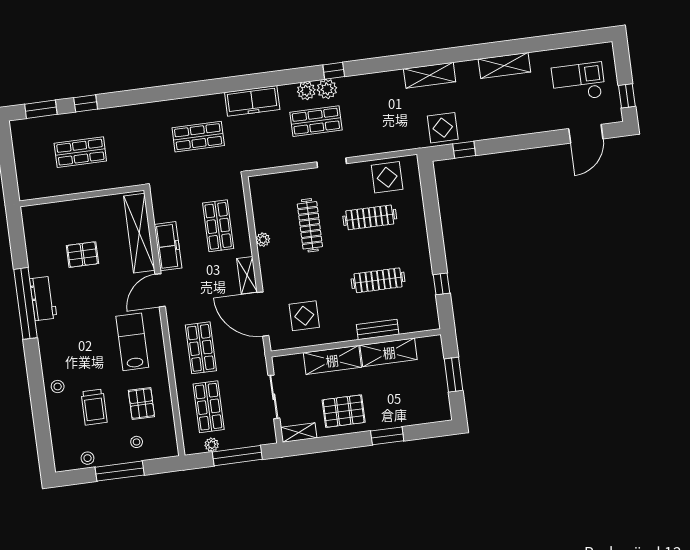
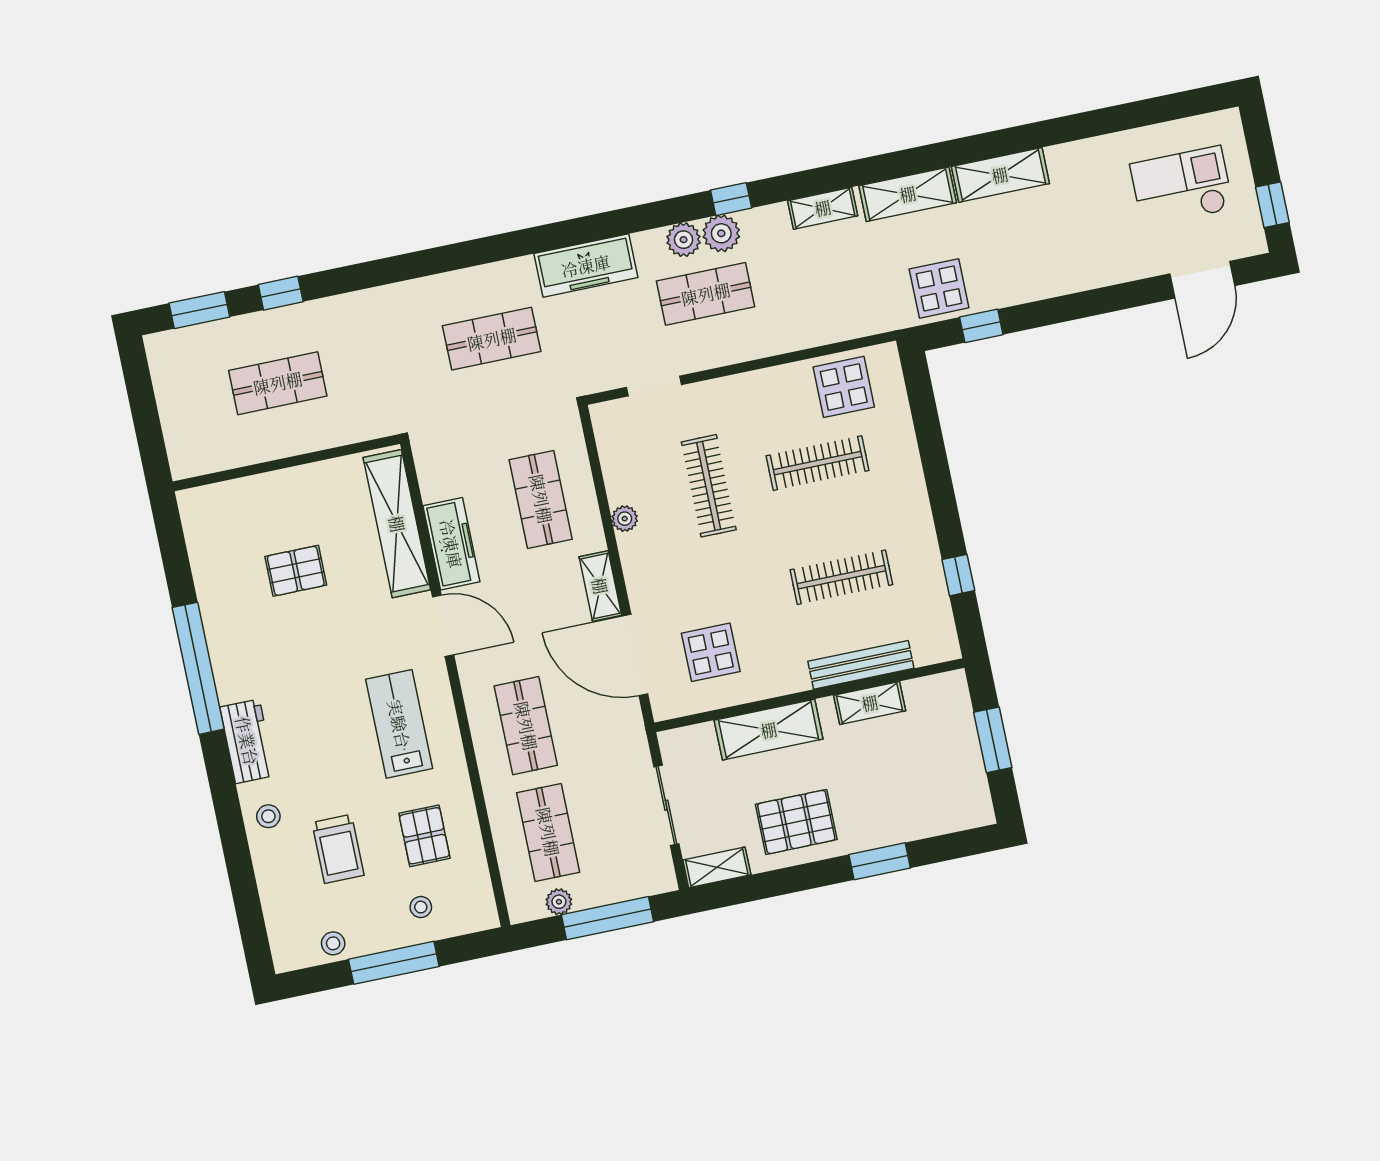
shelving: (504, 65) -> (1000, 175), moved
shelving: (383, 79) -> (823, 208), added
doorway: (332, 163) -> (654, 386), moved
door: (160, 290) -> (443, 626), swing flipped
workbench: (43, 298) -> (247, 741), moved
bench: (378, 330) -> (861, 665), width x1.36
shelving: (389, 352) -> (870, 703), width x0.67, depth x0.75

